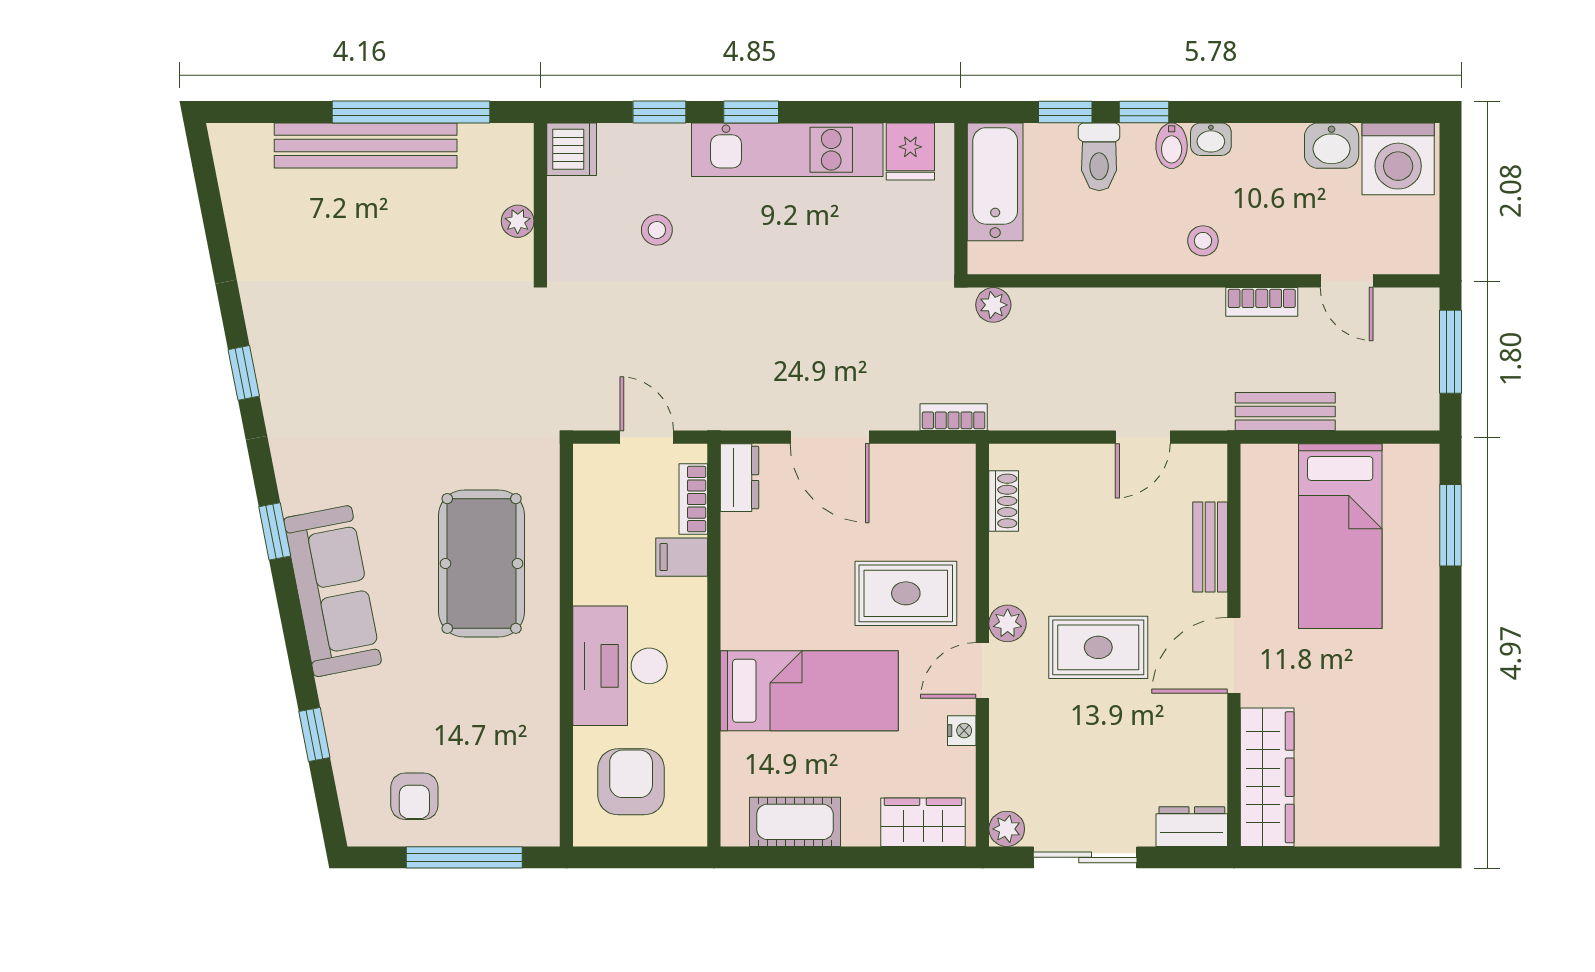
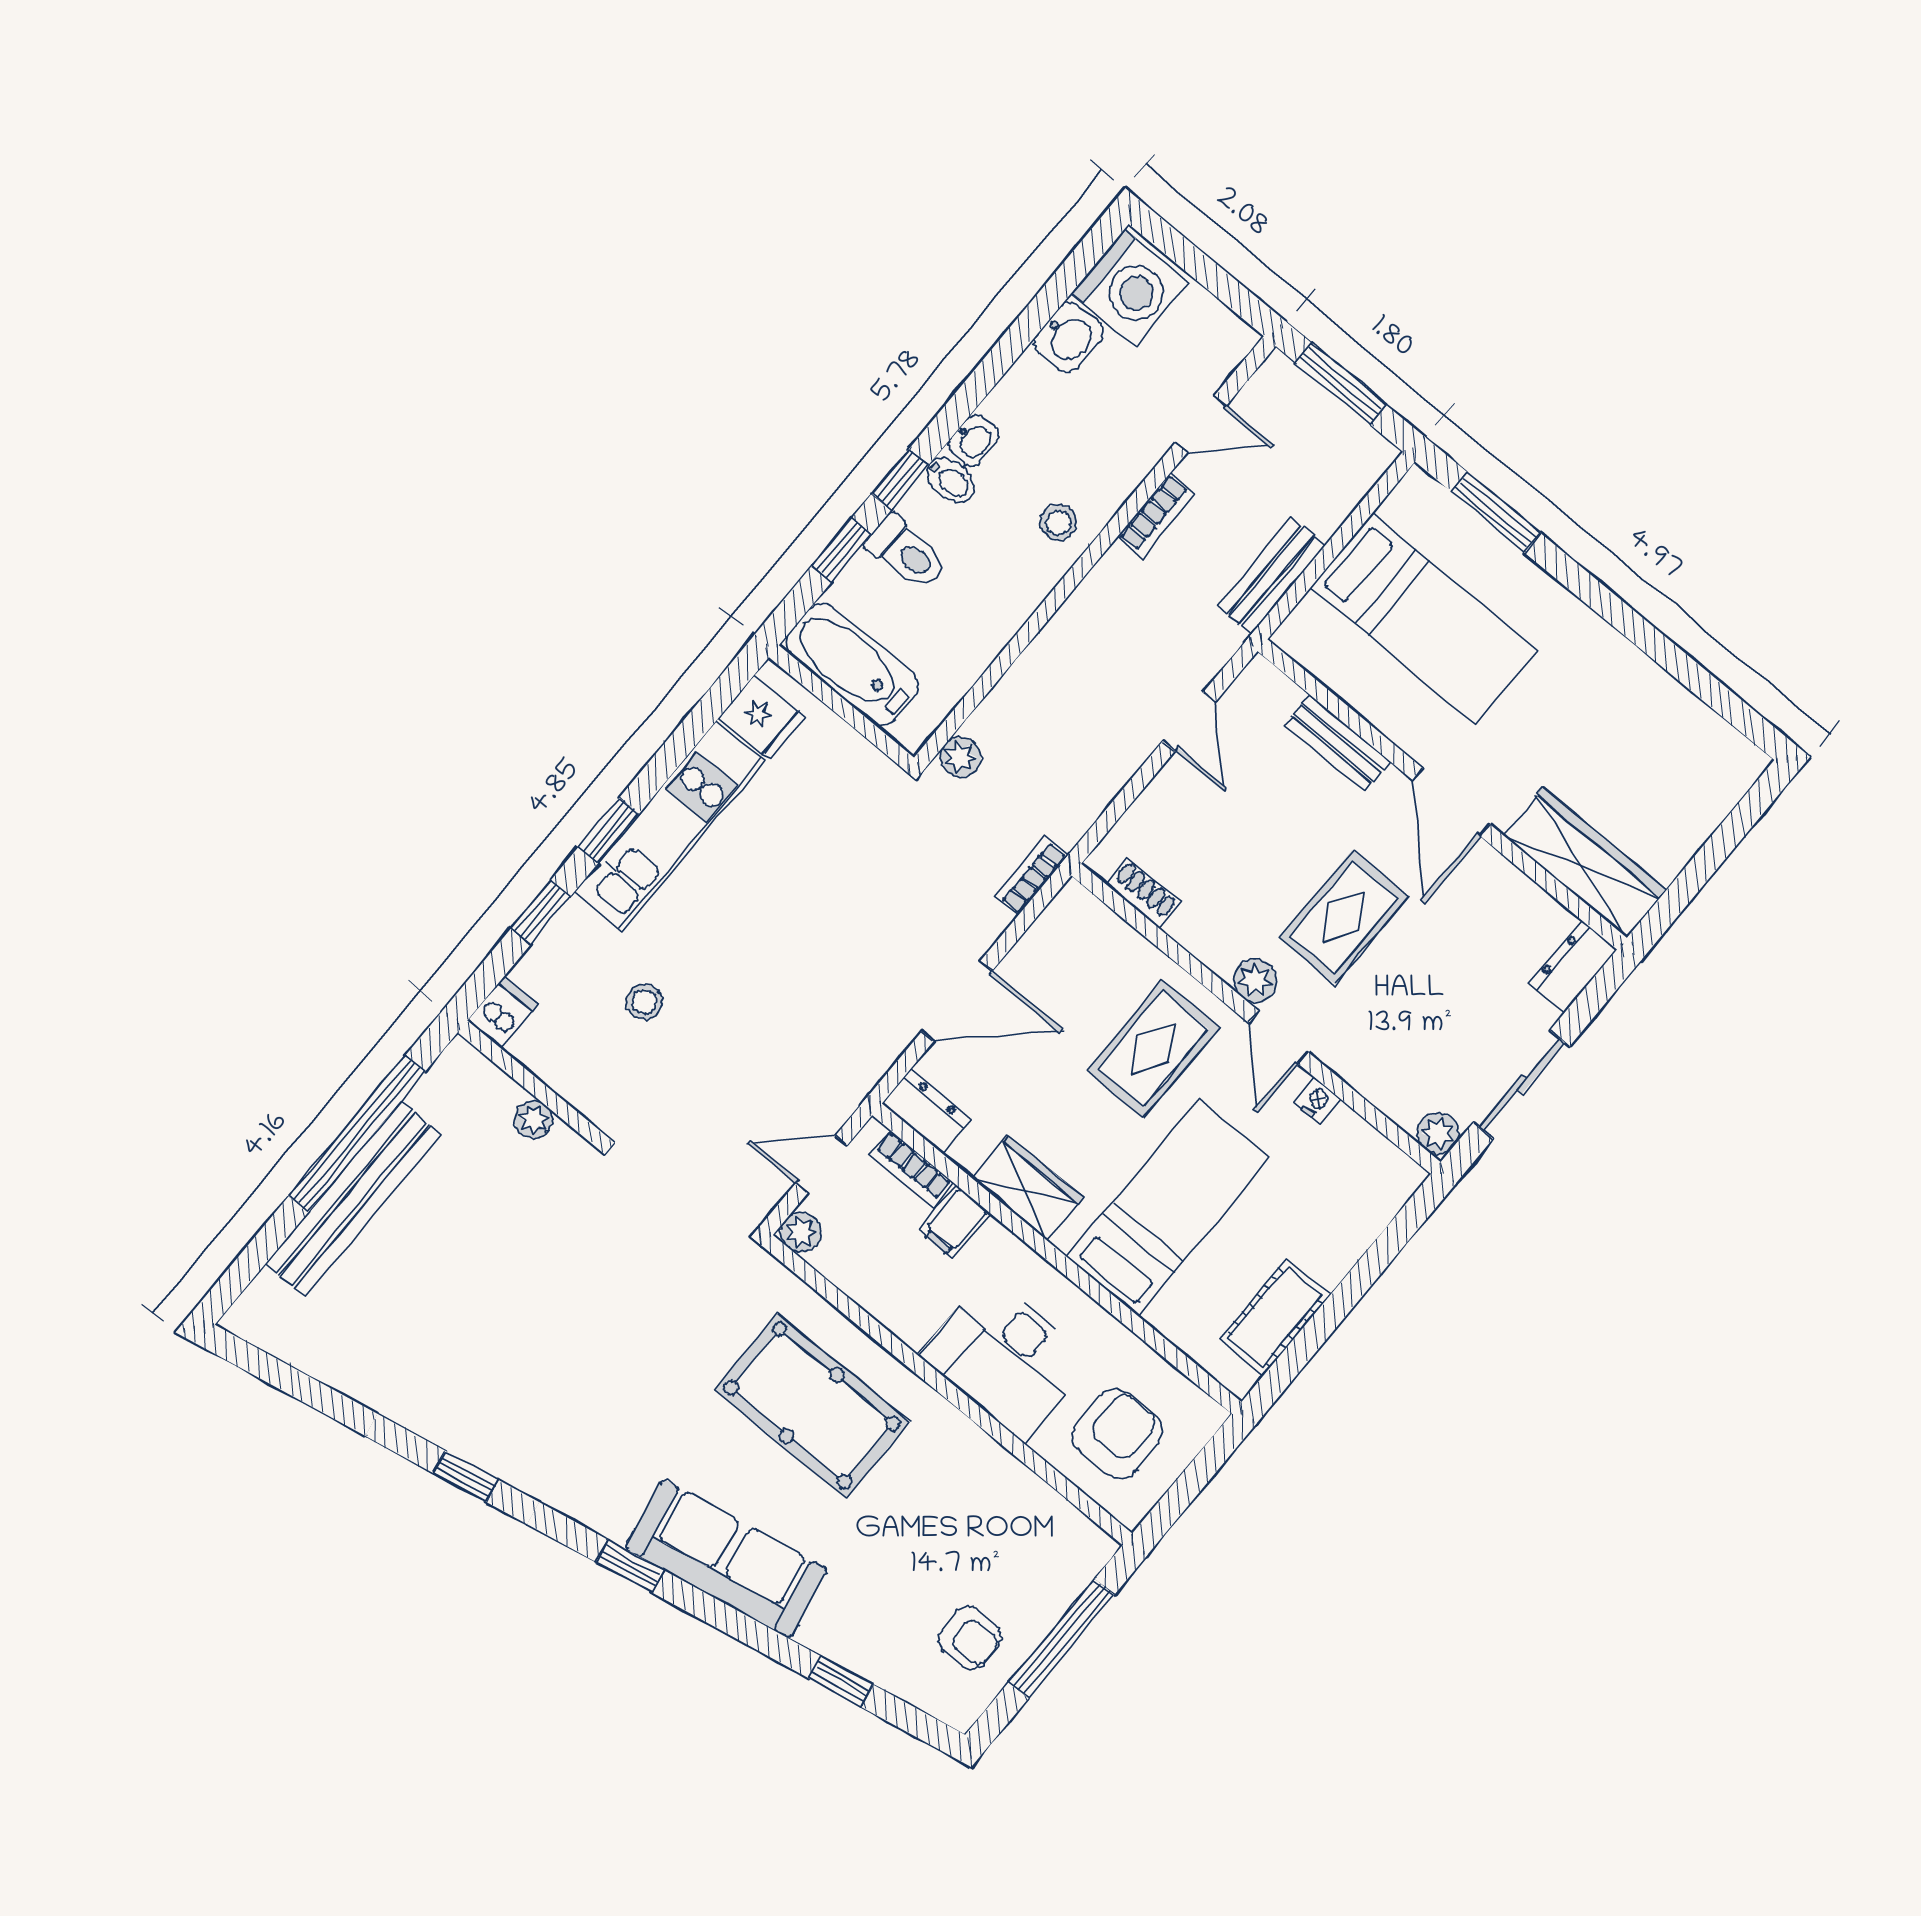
dishwasher: (572, 149) -> (503, 1013), width x0.73
plant: (590, 461) -> (801, 1232), added
armchair: (631, 782) -> (1118, 1434), turned 90
wardrobe: (923, 822) -> (1028, 1188), moved, turned 90

